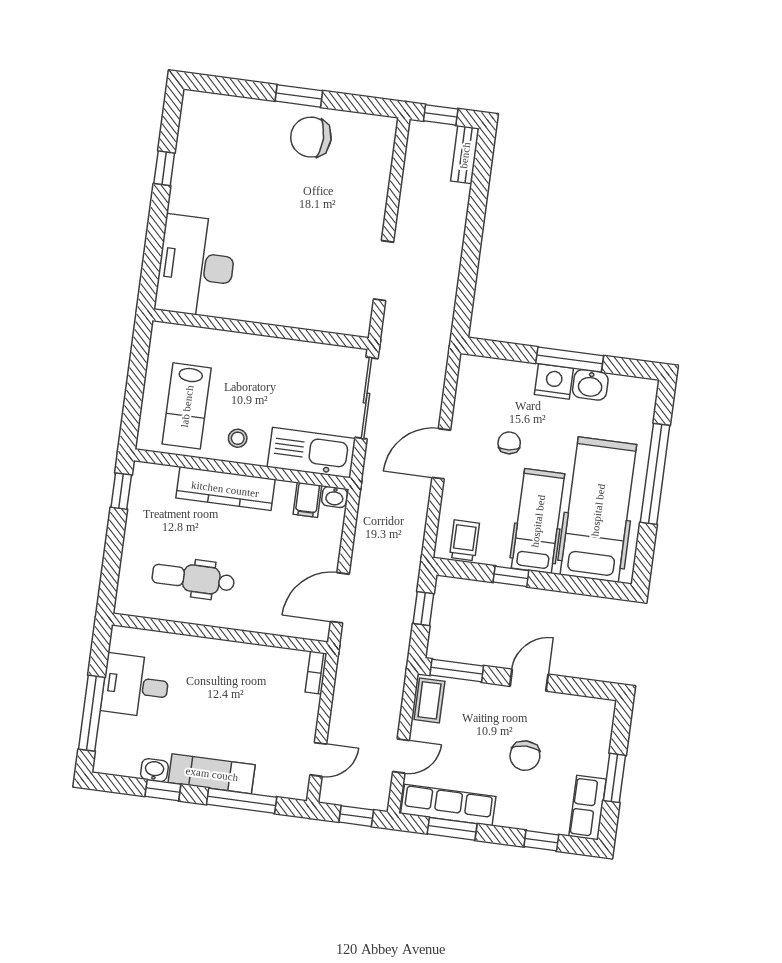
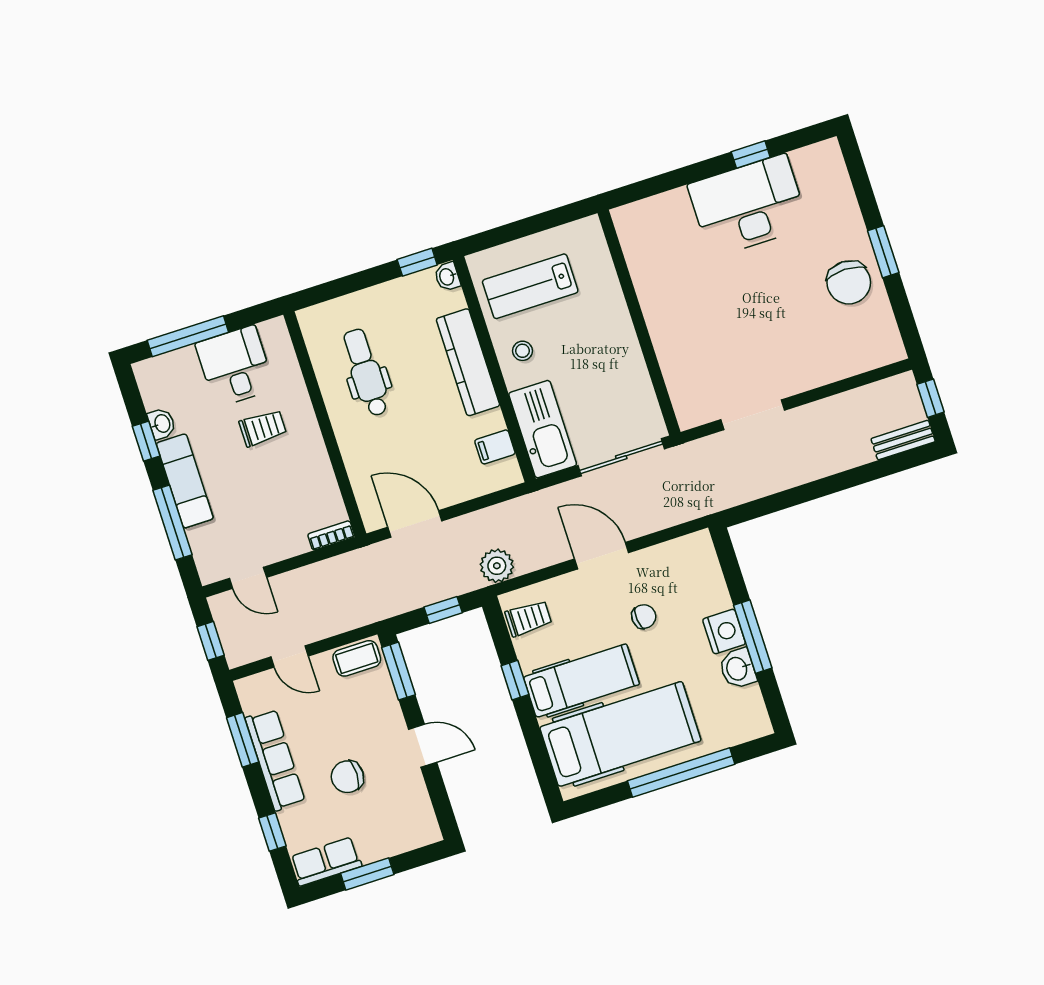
chair: (311, 137) -> (849, 282), turned 180
desk: (196, 266) -> (748, 206), moved
washbasin: (334, 497) -> (447, 277), moved
plant: (408, 546) -> (497, 566), added
trolley: (198, 687) -> (263, 428), added
row of seats: (448, 805) -> (275, 760), moved

